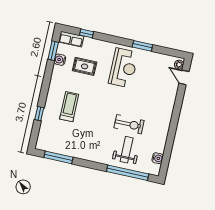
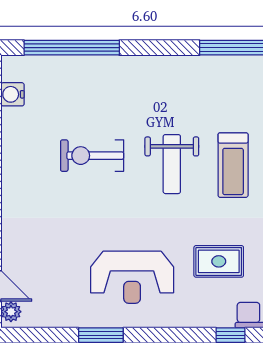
reception desk: (123, 68) -> (132, 277), turned -90
weight bench: (127, 150) -> (172, 164), moved

